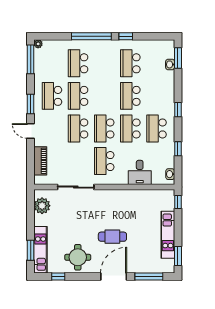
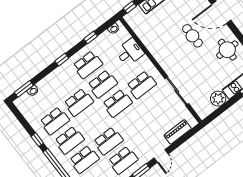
school desk: (78, 128) -> (69, 140), moved
plant: (42, 206) -> (218, 99), moved

